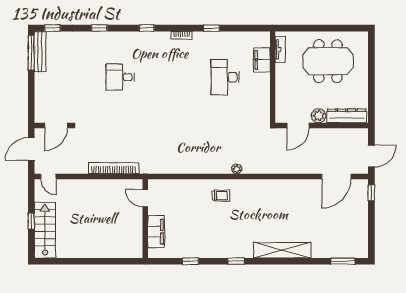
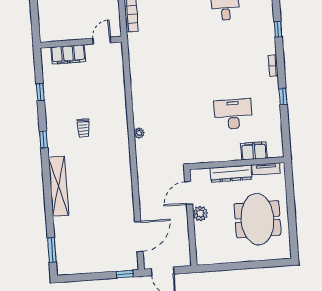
dresser: (347, 116) -> (231, 174), moved, turned 90
door: (298, 126) -> (189, 193), hinge flipped
door: (336, 176) -> (139, 237), swing flipped
trolley: (221, 196) -> (83, 128), moved

